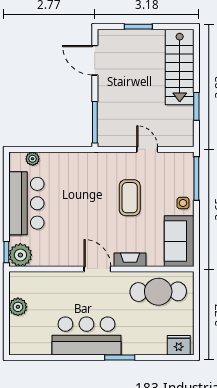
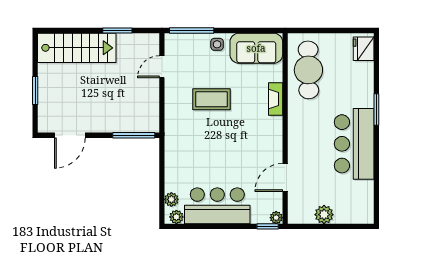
door: (147, 149) -> (162, 67), moved
plant: (16, 164) -> (176, 217), added
plant: (20, 255) -> (276, 218), width x0.53, depth x0.53
door: (97, 269) -> (285, 177), moved

